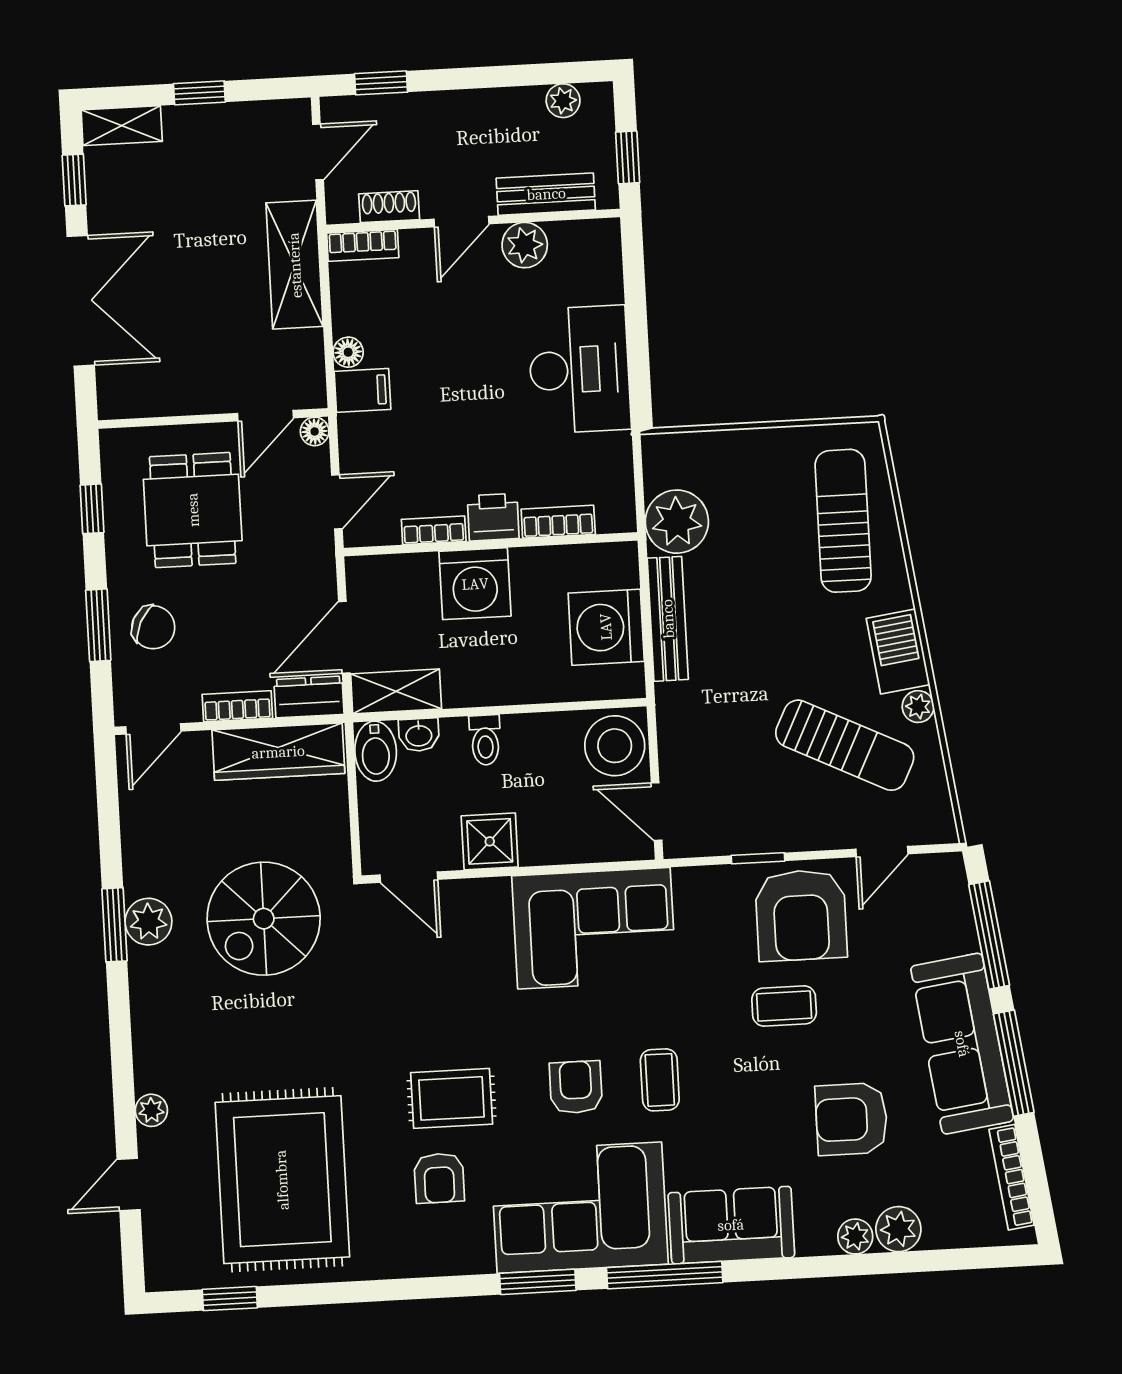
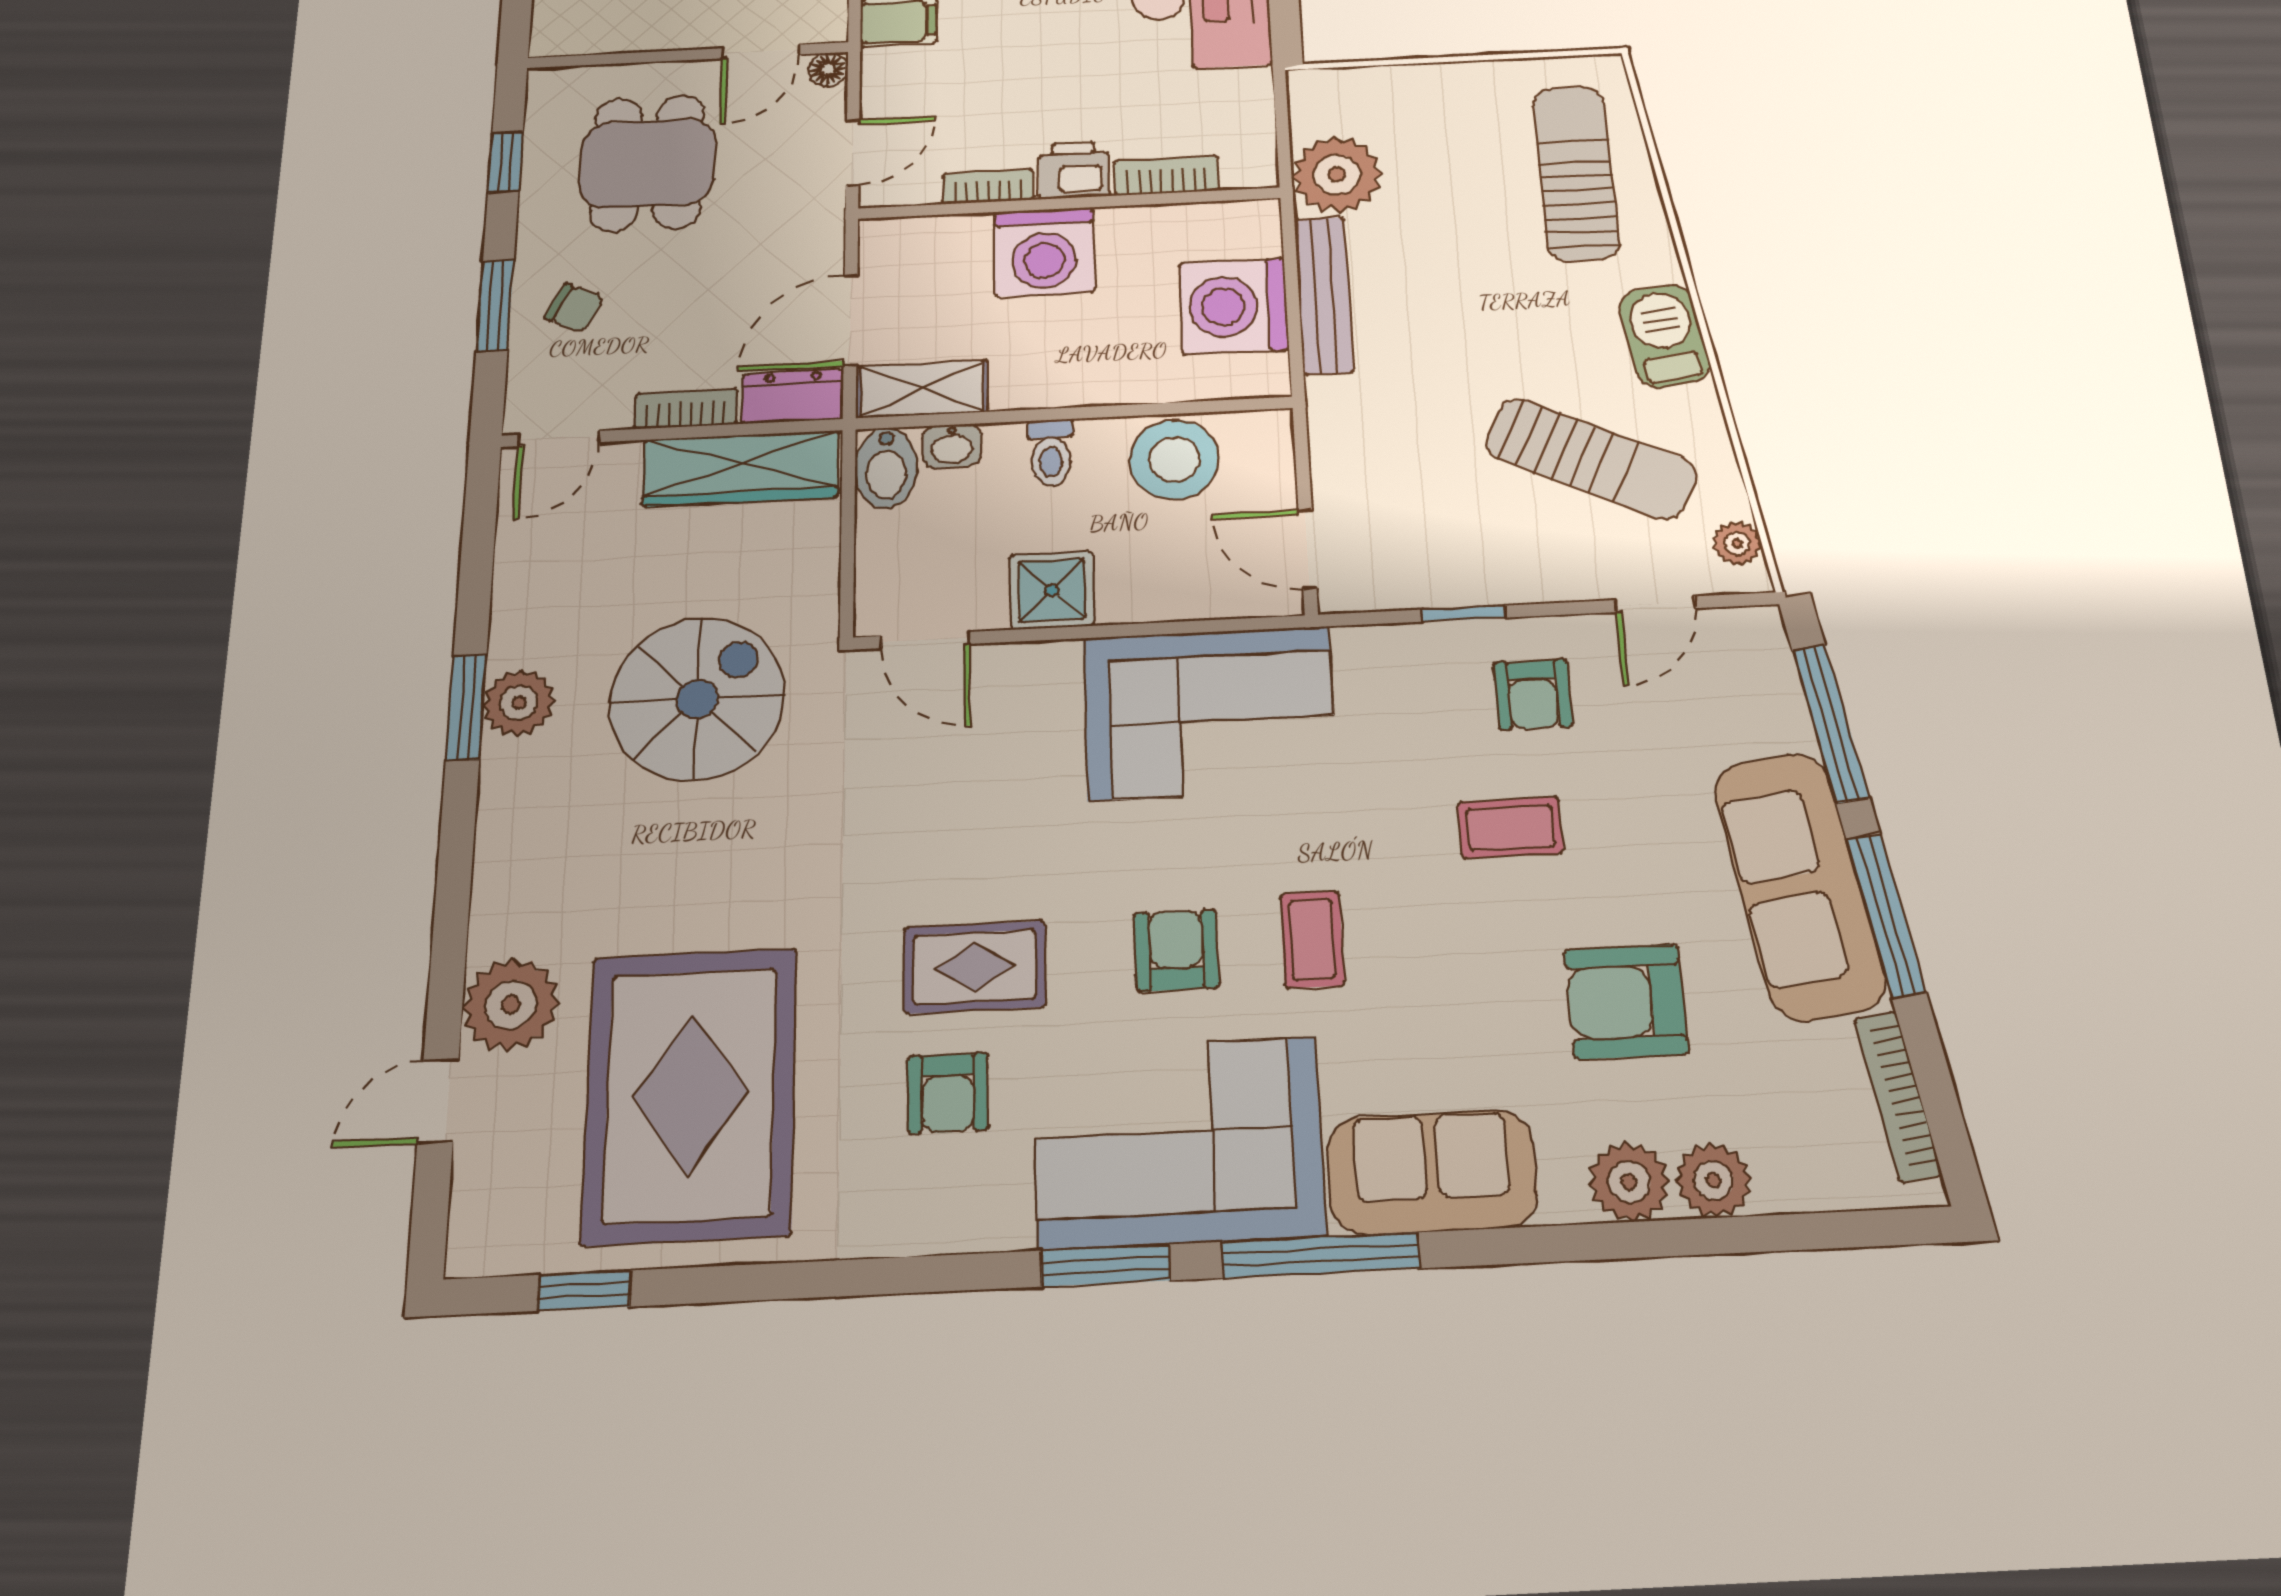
chair: (153, 627) -> (574, 308), width x0.73, depth x0.73
plant: (918, 707) -> (1737, 543), moved
stool: (615, 746) -> (1174, 459), moved
armchair: (801, 915) -> (1533, 694), width x0.53, depth x0.53
spiral stairs: (264, 919) -> (697, 699), turned 180
plant: (151, 1110) -> (511, 1005), width x1.88, depth x1.88
plant: (855, 1237) -> (1629, 1182), width x1.38, depth x1.38

